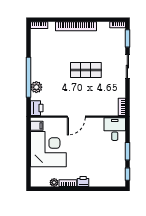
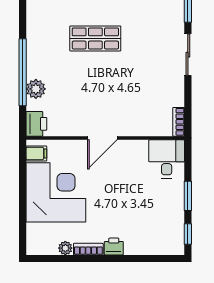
shop shelf: (86, 70) -> (95, 38), moved

